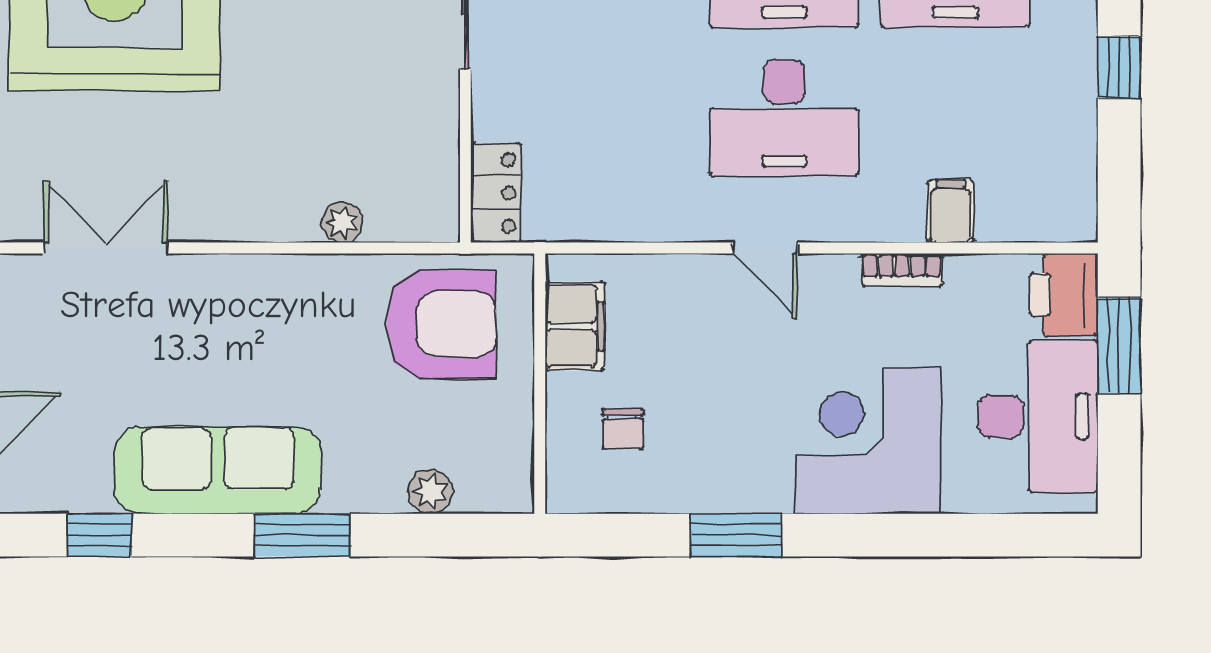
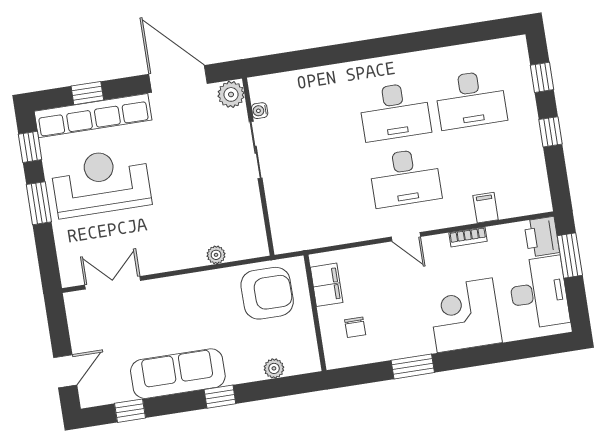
locker: (496, 193) -> (282, 231), removed
window: (302, 535) -> (220, 397), width x0.67

